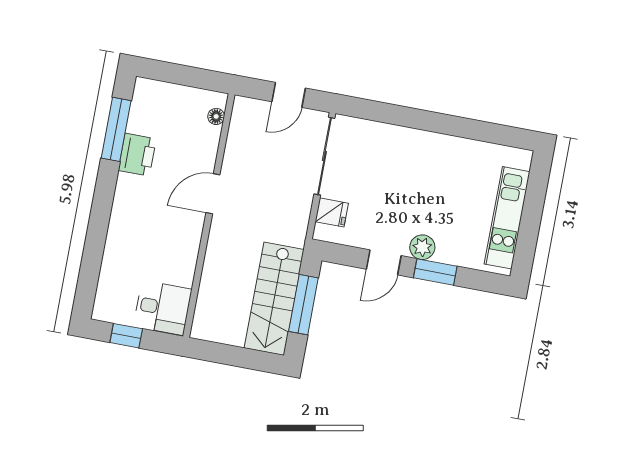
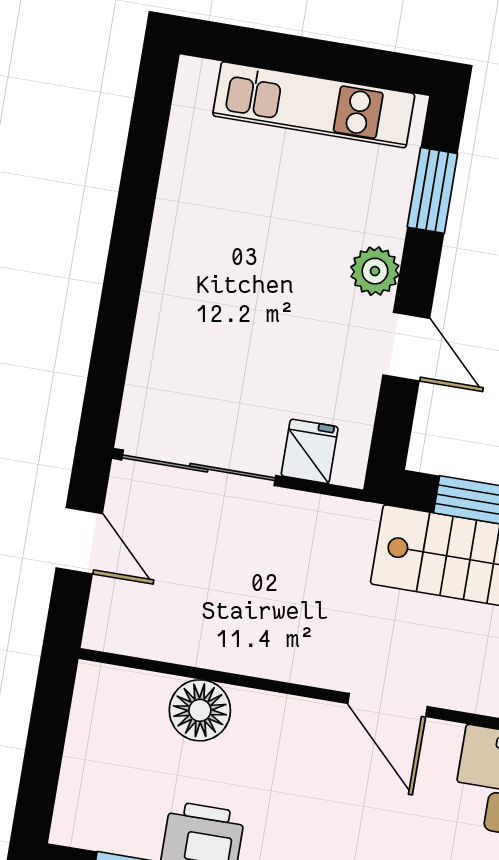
floor lamp: (216, 116) -> (200, 710), moved, width x1.89, depth x1.89
door: (213, 194) -> (388, 705), moved
window: (435, 272) -> (432, 190), moved

